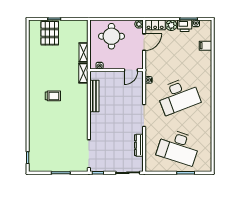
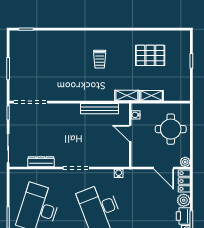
pallet: (50, 33) -> (150, 55), moved
door: (131, 70) -> (130, 133), moved

